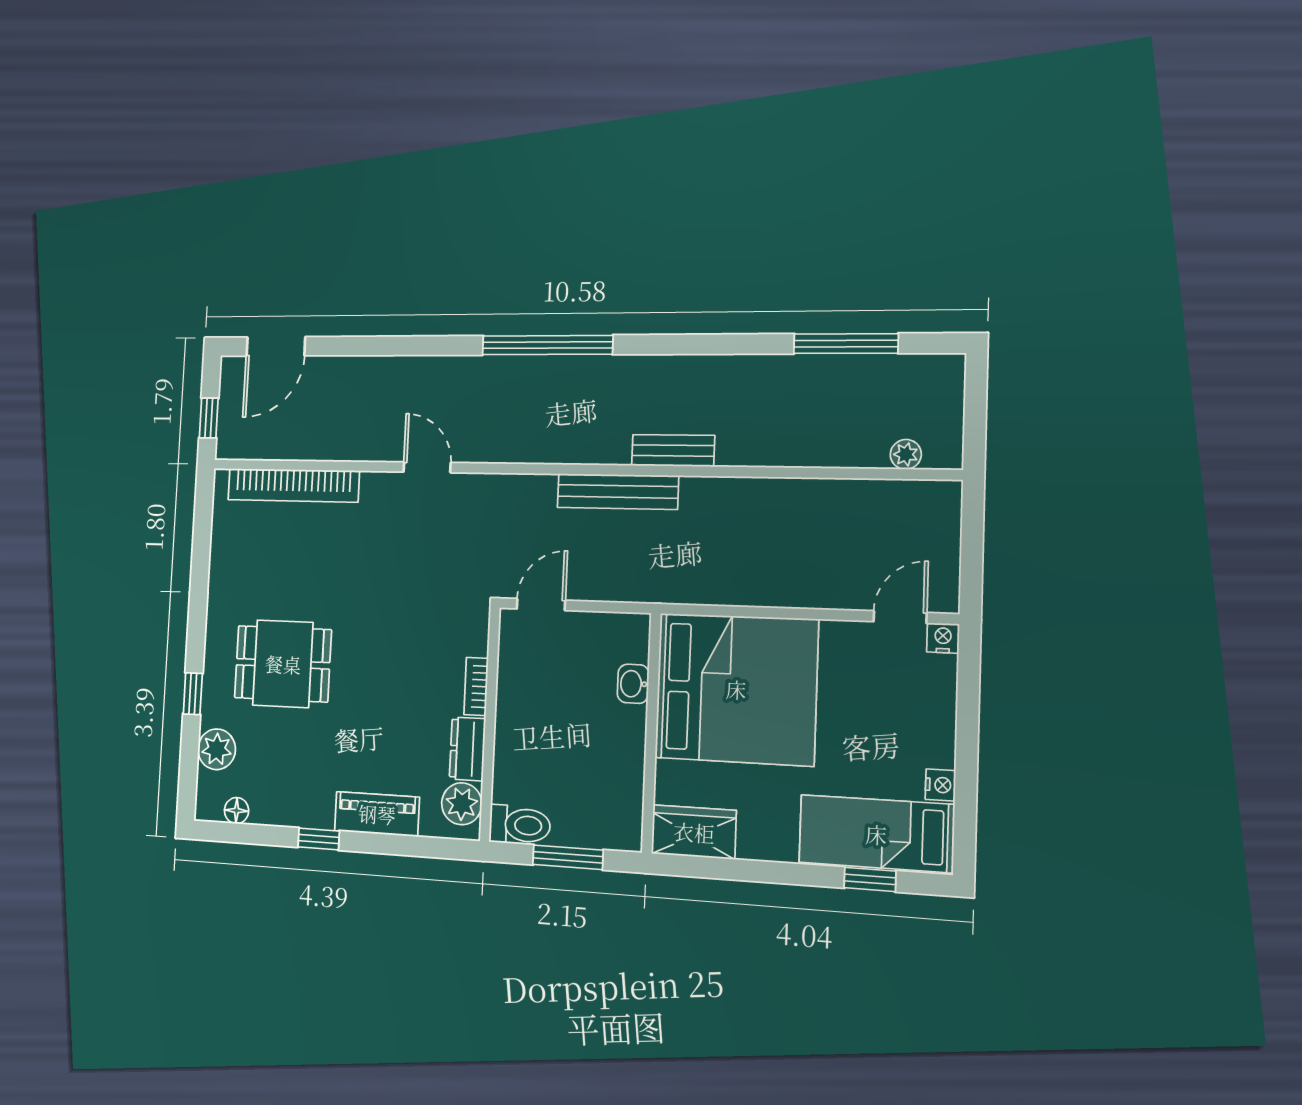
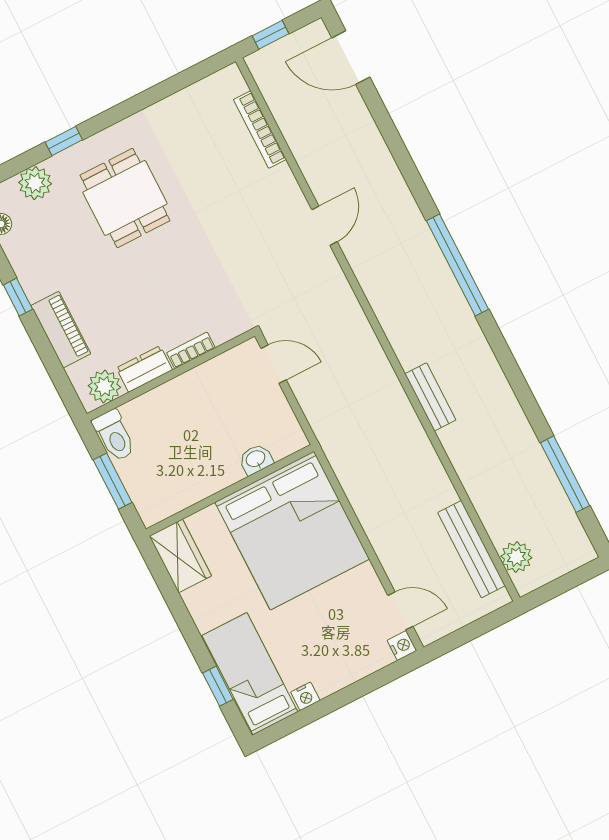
plant: (906, 454) -> (516, 557), width x1.38, depth x1.38
bookcase: (293, 485) -> (260, 129), width x0.68, depth x0.76
bench: (618, 491) -> (471, 549), moved

